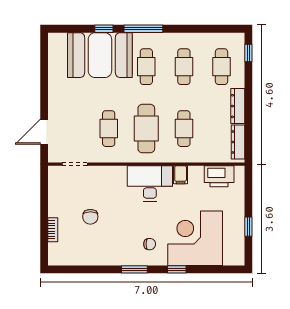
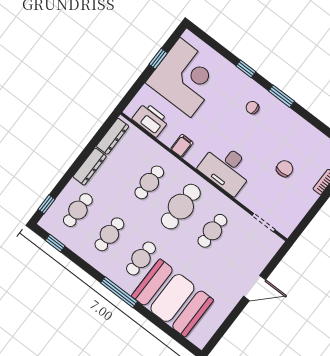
window: (104, 29) -> (55, 243), moved
door: (44, 132) -> (255, 288), moved
desk: (150, 183) -> (226, 168), moved
corner desk: (195, 238) -> (185, 77), moved, turned -90

